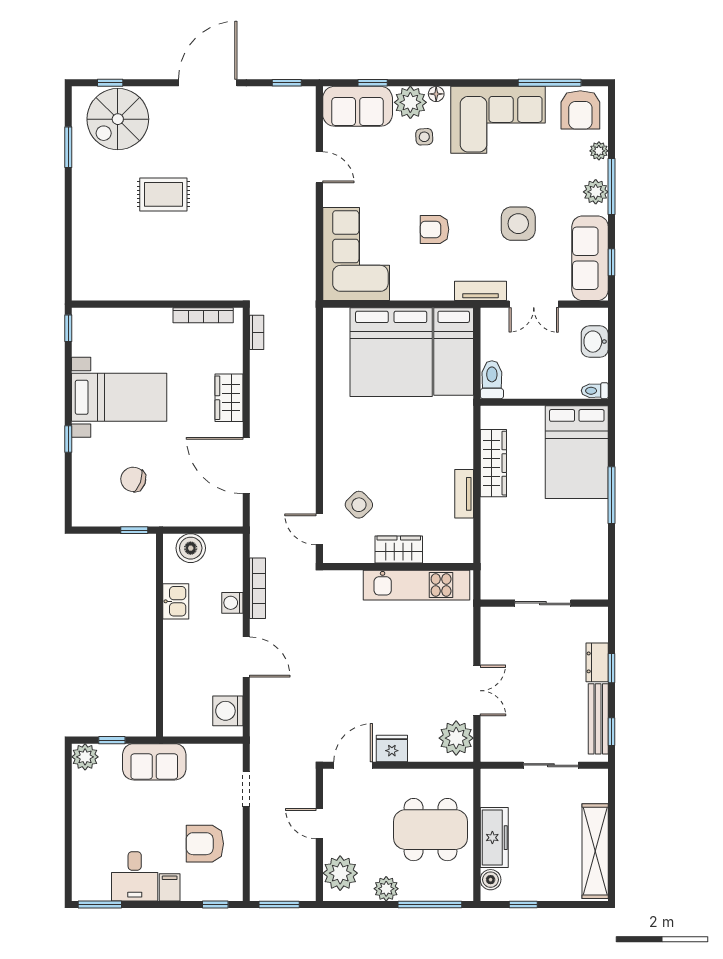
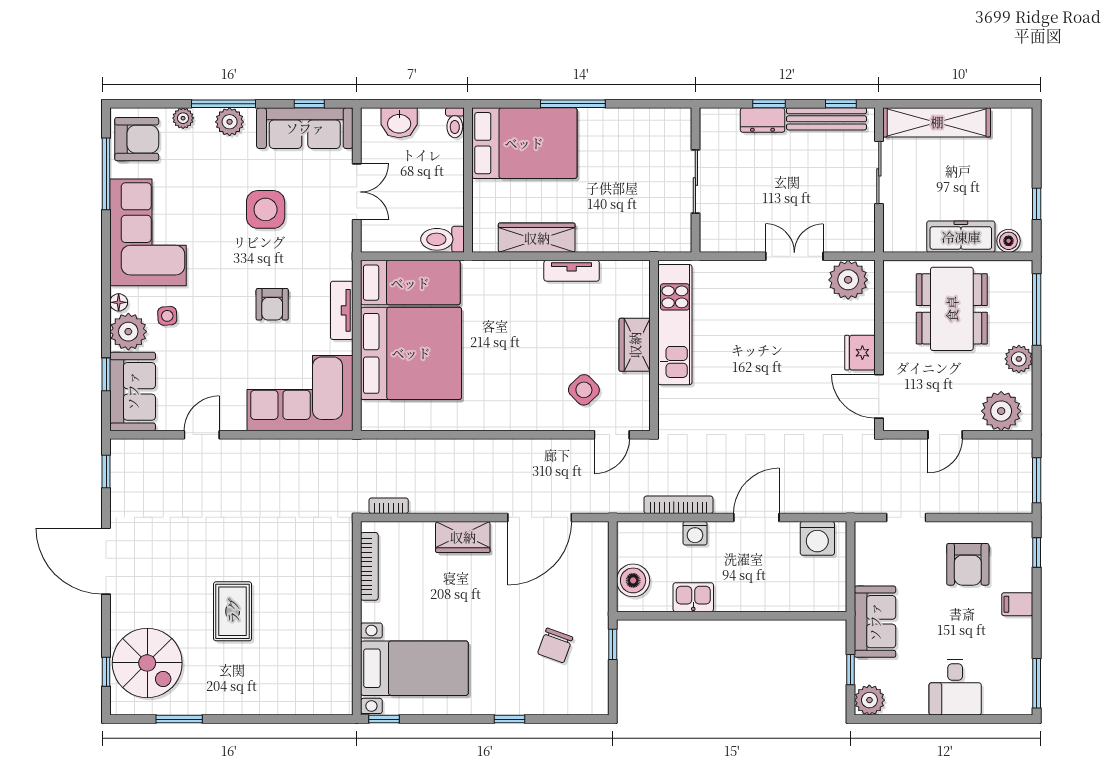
tv unit: (481, 291) -> (342, 310), moved
bed with nightstands: (119, 397) -> (414, 668), moved, turned 90
shelving: (595, 851) -> (937, 122), moved
desk: (135, 876) -> (955, 687), moved, turned 90

